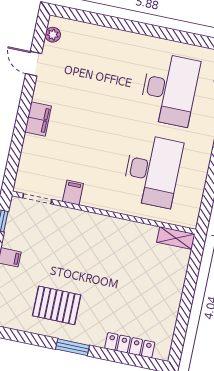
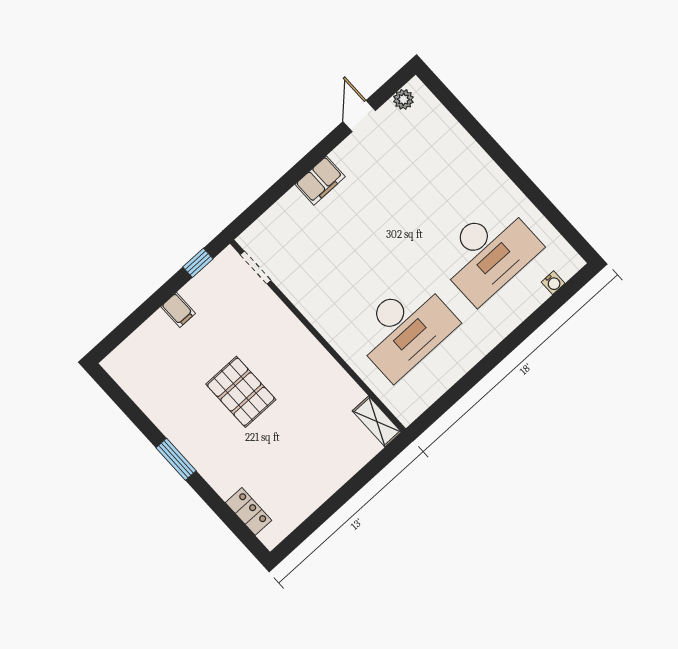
filing cabinet: (73, 193) -> (300, 289), removed
pallet: (57, 305) -> (241, 392), moved
locker: (130, 345) -> (248, 511), width x0.66

